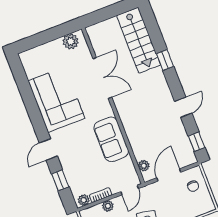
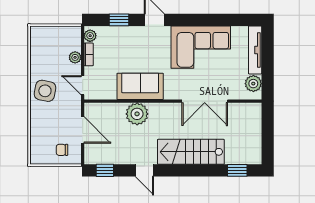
stairs: (139, 40) -> (191, 152), moved
tv unit: (41, 51) -> (255, 50), added
window: (165, 60) -> (237, 170), moved
plant: (144, 166) -> (137, 114), moved, width x1.87, depth x1.87

